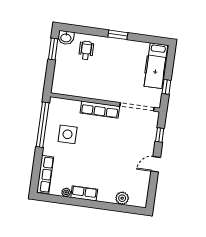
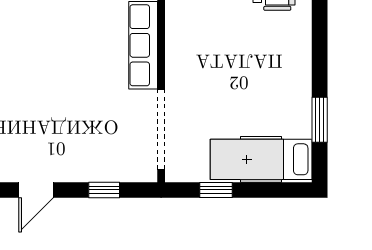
window: (118, 35) -> (320, 120), moved
door: (156, 164) -> (36, 190), swing flipped

